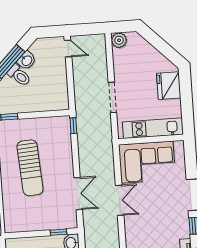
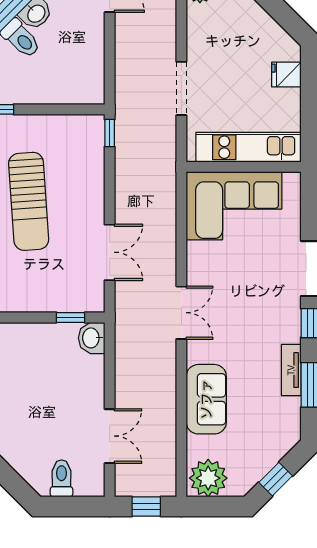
fridge: (169, 86) -> (286, 75), width x0.53, depth x0.75
double door: (120, 200) -> (181, 313), moved

